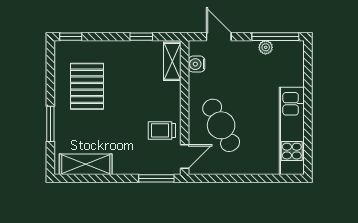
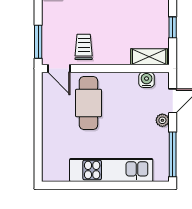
plant: (266, 47) -> (162, 120), moved
cafe table: (221, 125) -> (88, 103), turned -63
kitchen unit: (292, 131) -> (111, 170), moved

